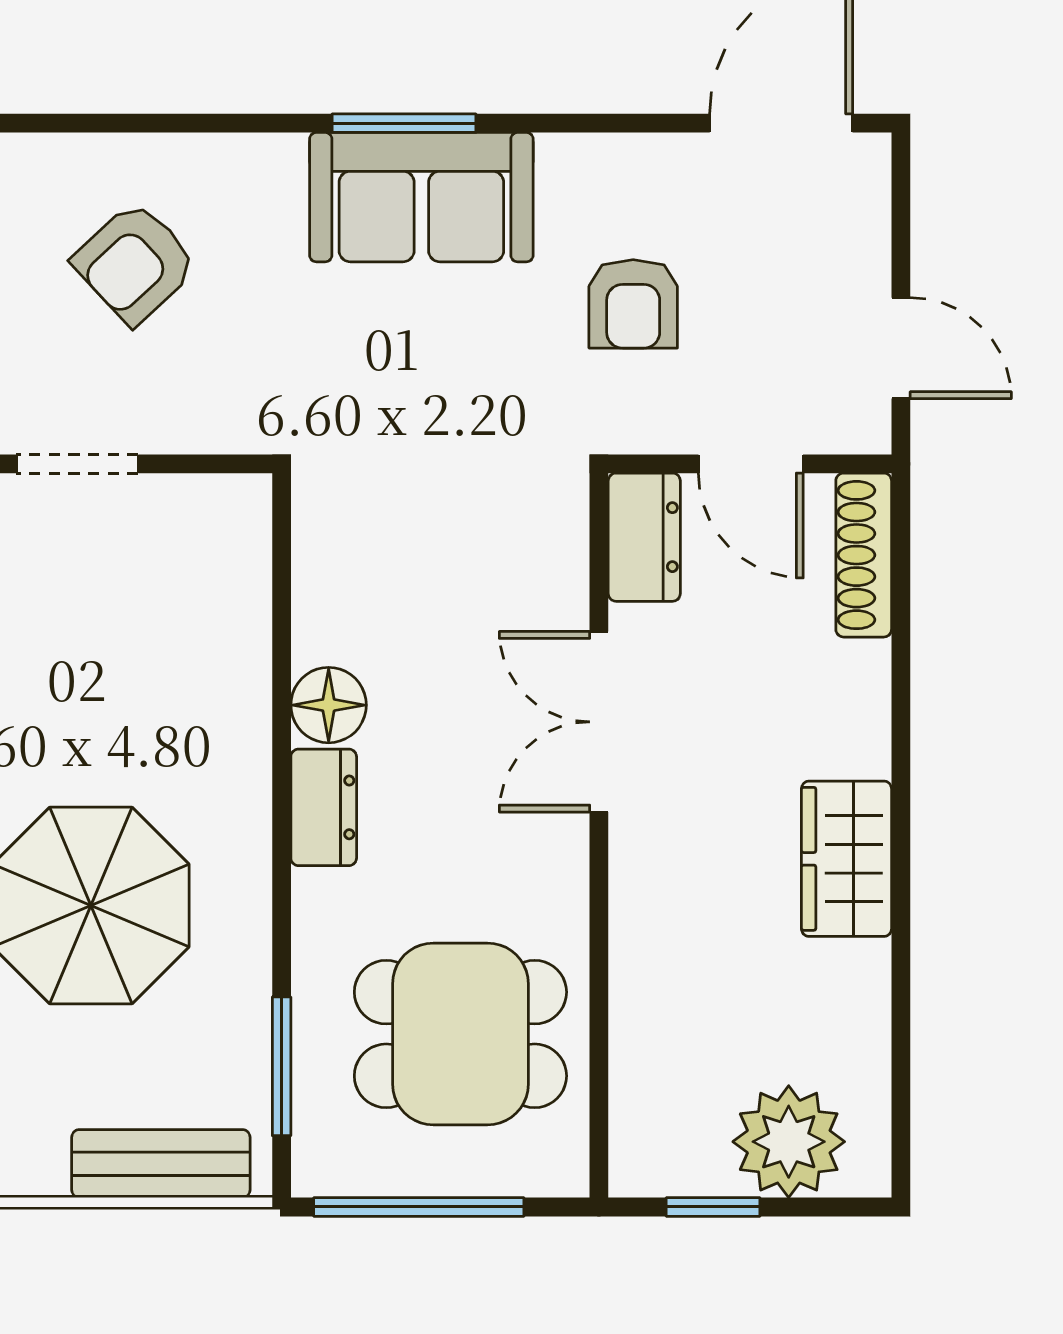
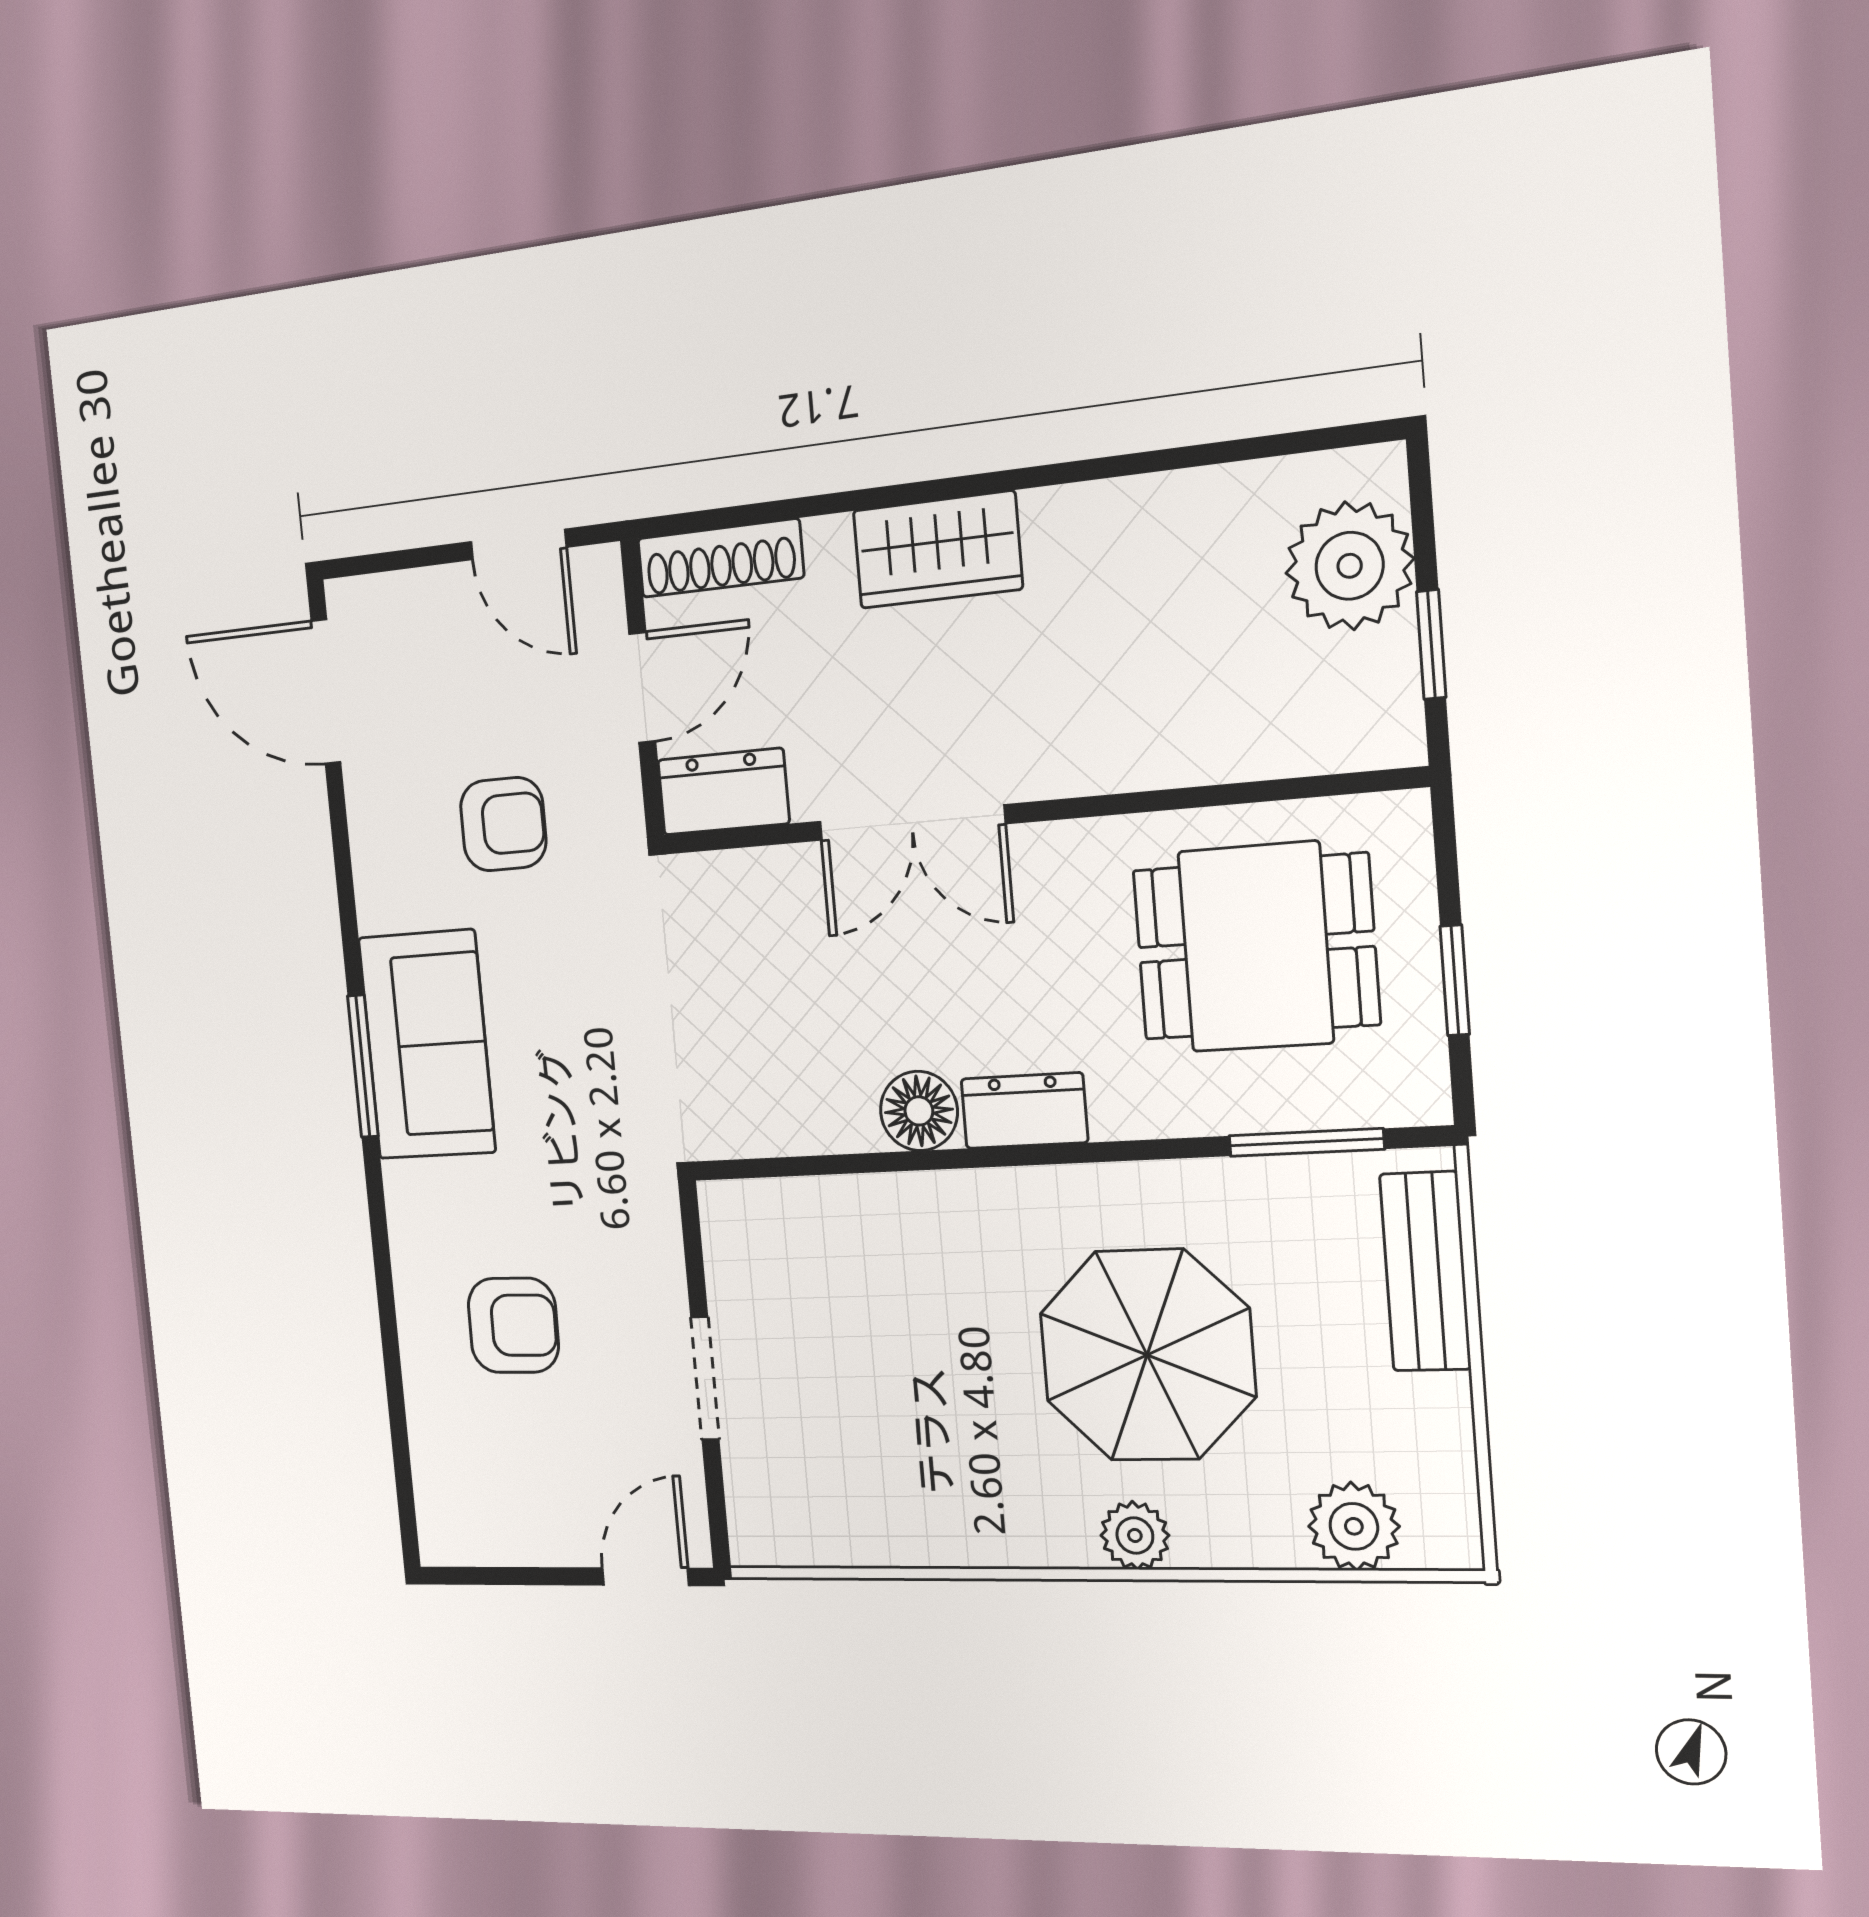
armchair: (135, 263) -> (513, 1325), turned -46
door: (901, 348) -> (518, 544), swing flipped
wardrobe: (847, 859) -> (937, 550), moved
dining table: (460, 1034) -> (1256, 947), turned 90
window: (419, 1207) -> (1455, 980), width x0.46

